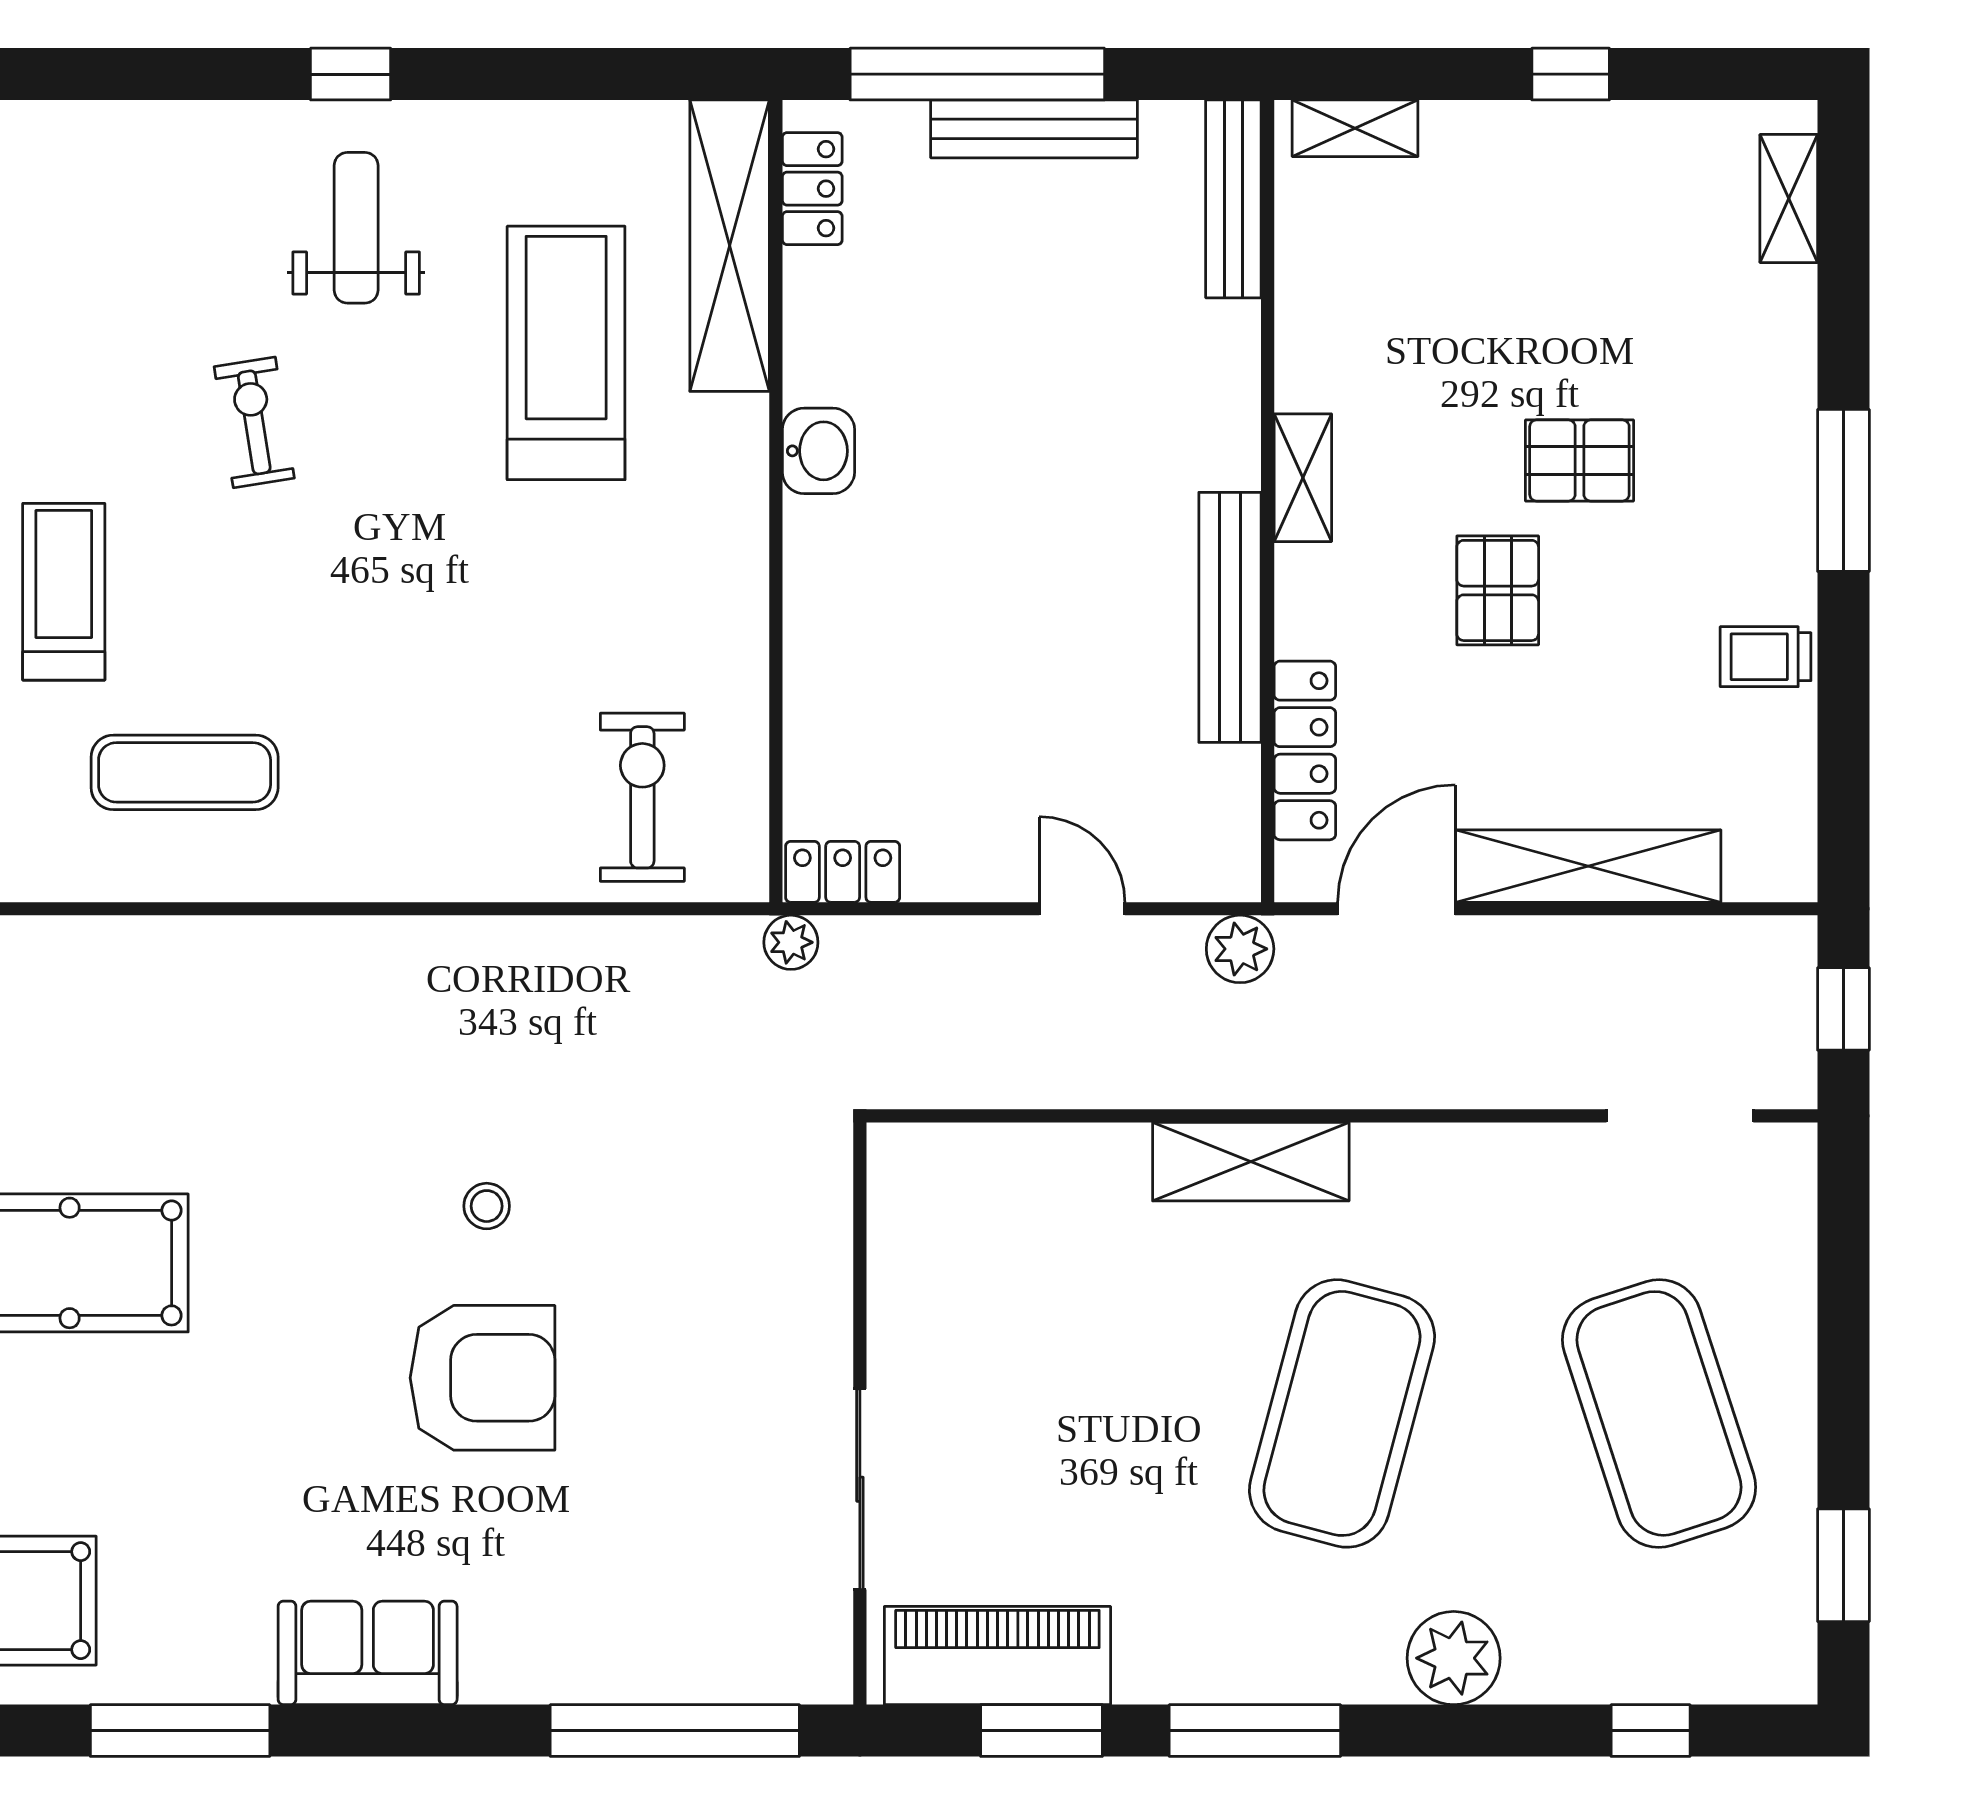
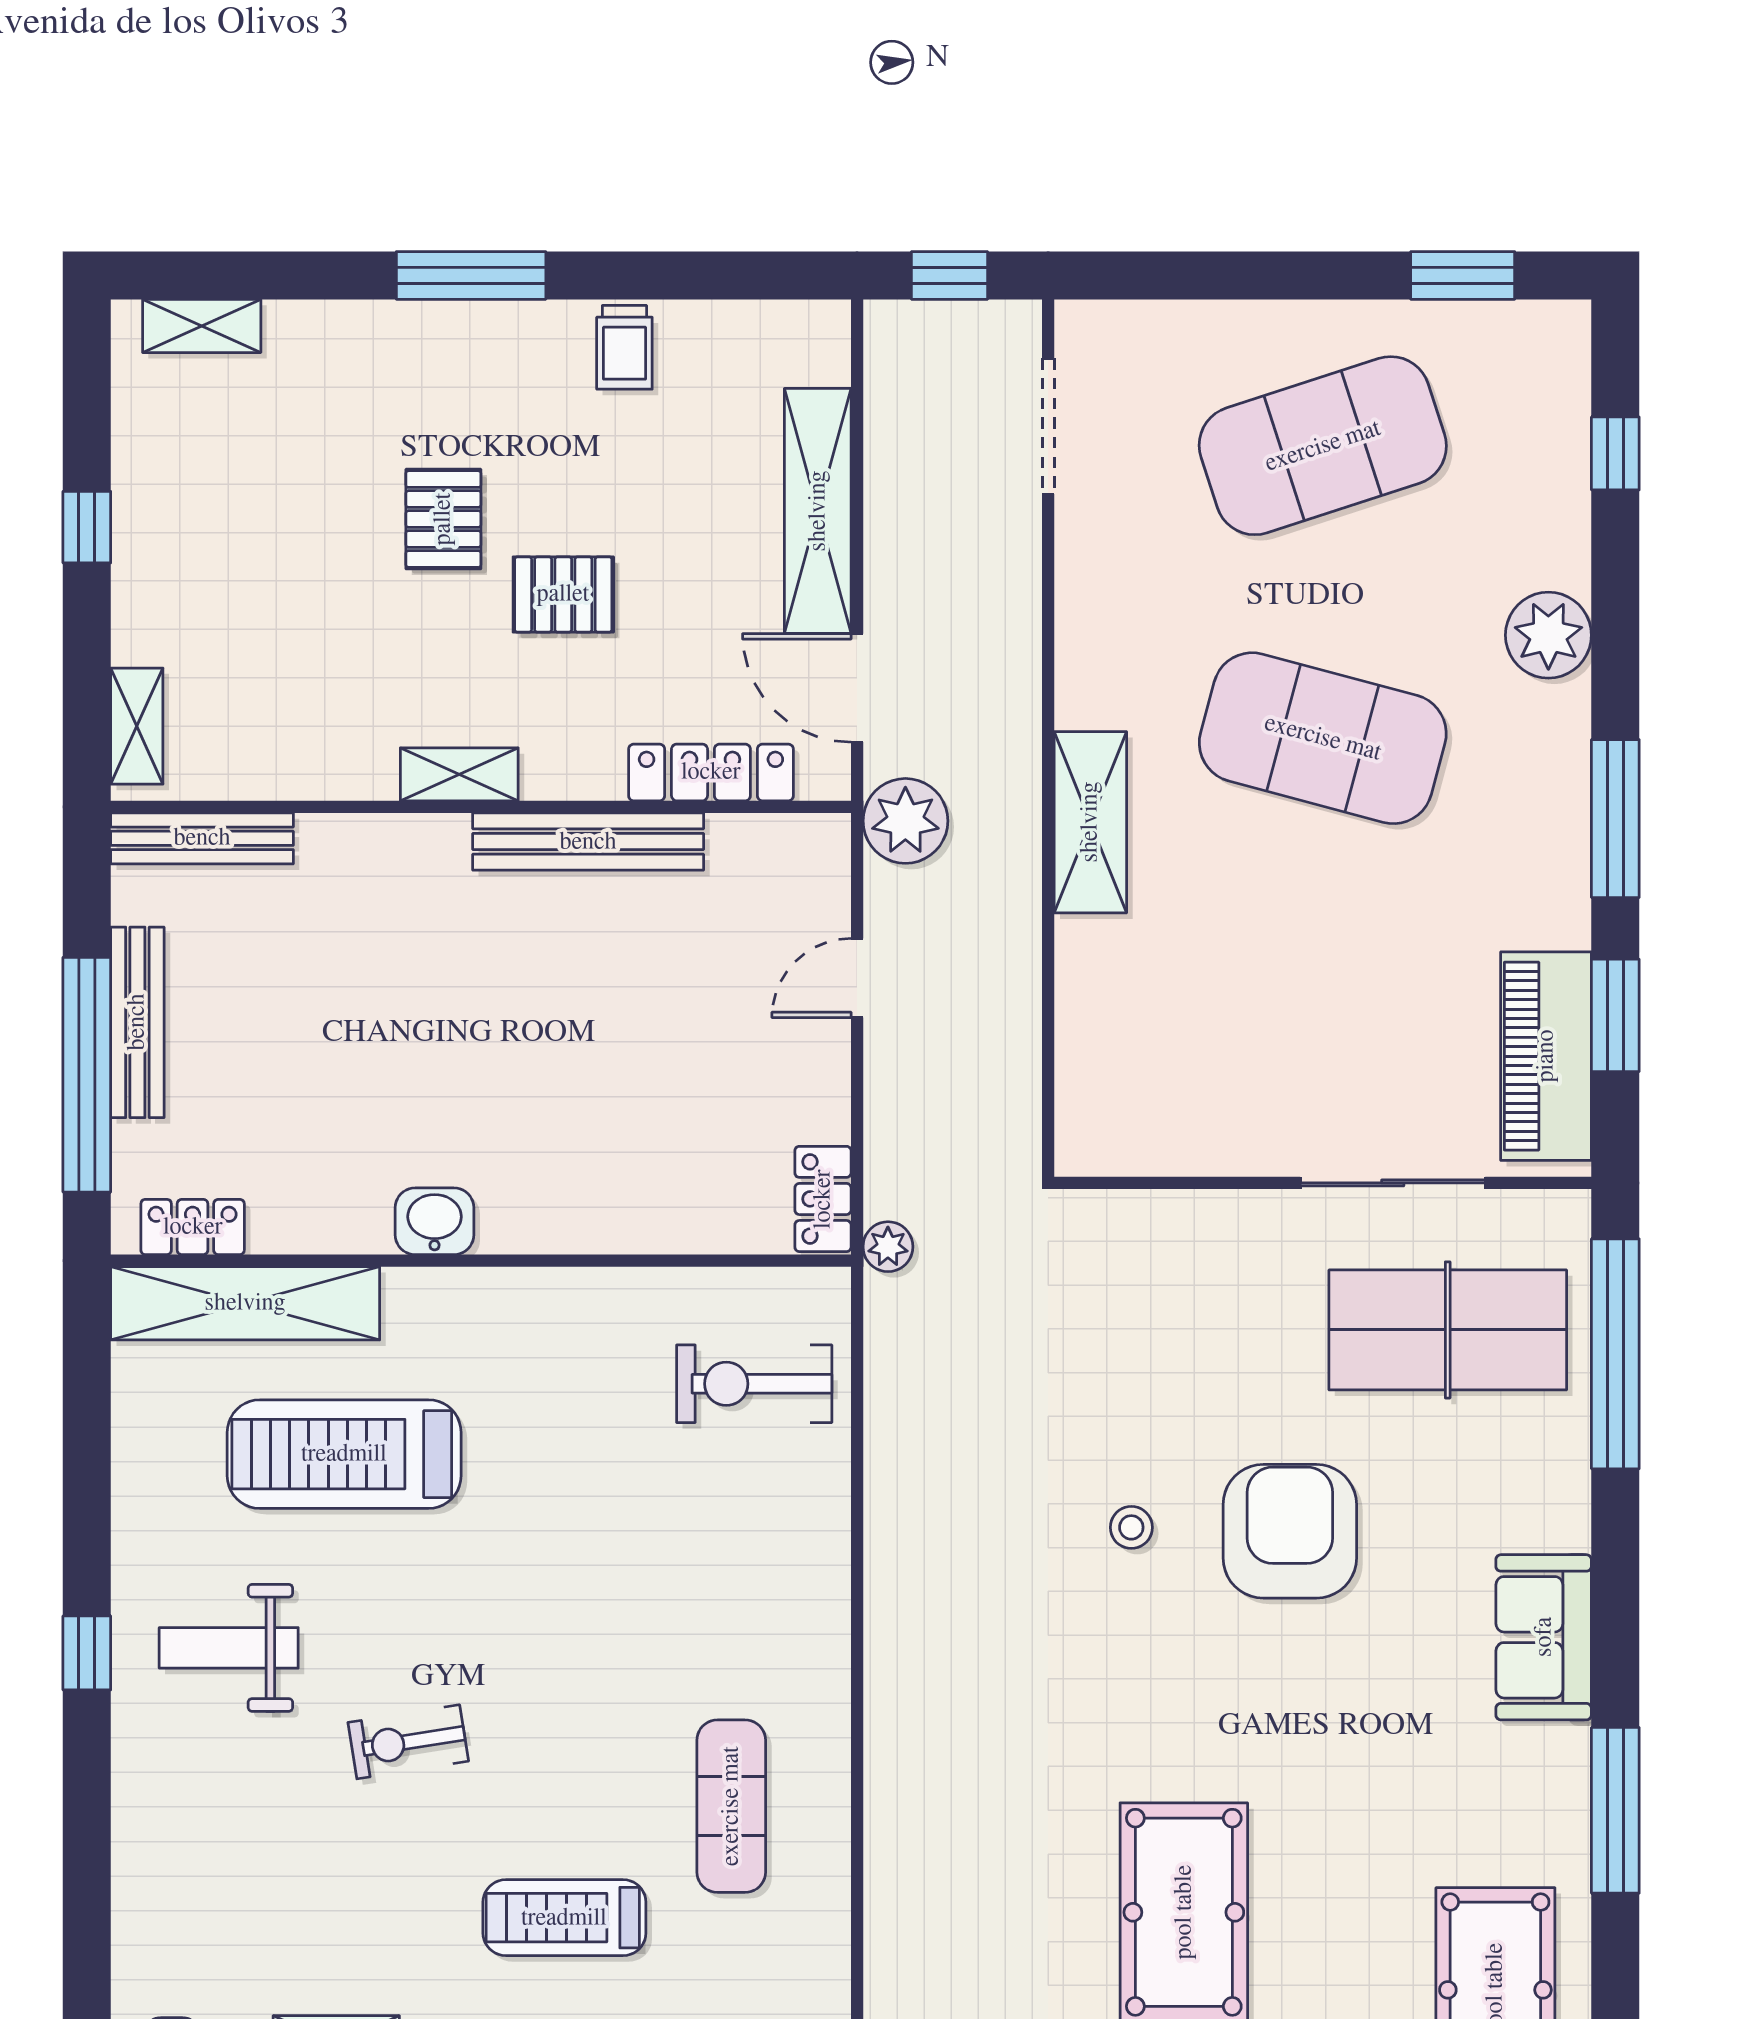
plant: (1240, 949) -> (905, 821), width x1.36, depth x1.36
table tennis table: (701, 1549) -> (1448, 1330), added

